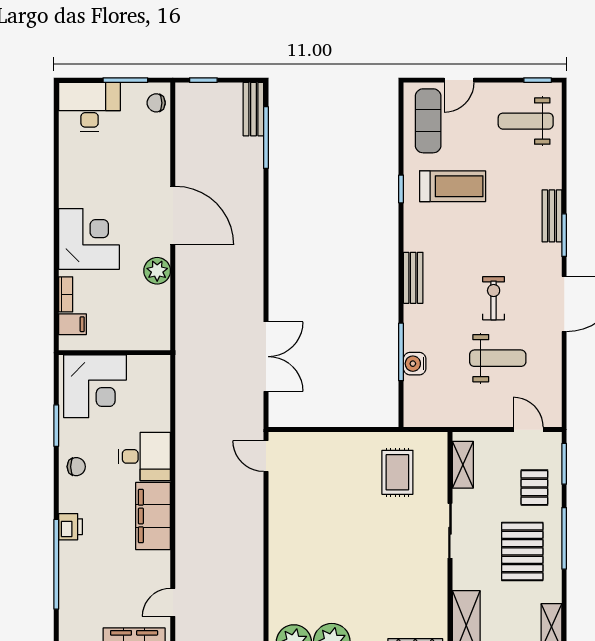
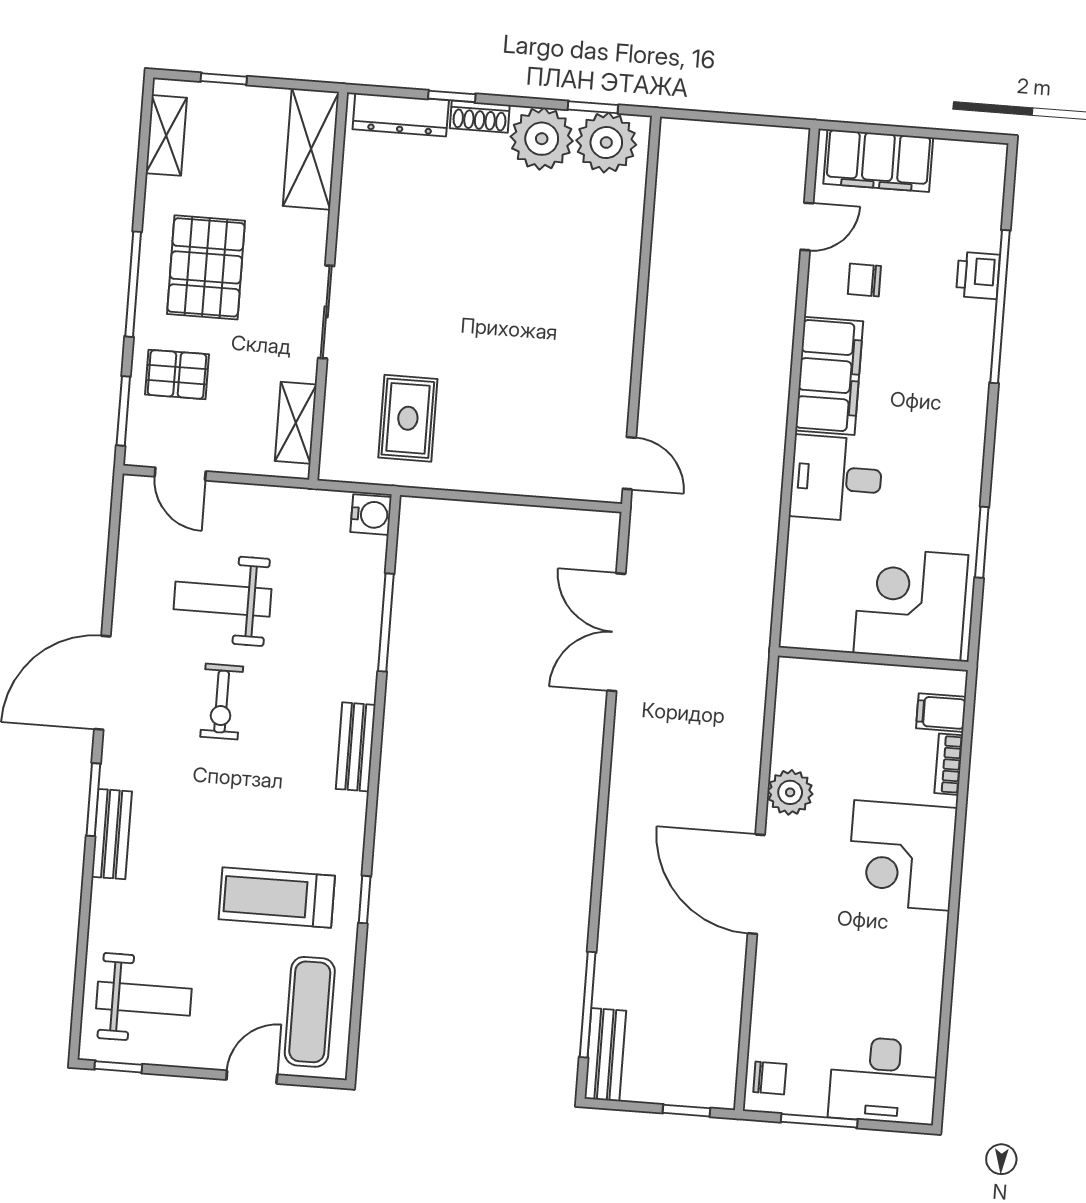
water cooler: (415, 364) -> (371, 515), moved
chair: (76, 467) -> (864, 280), moved
pallet: (534, 488) -> (177, 374), turned 90
printer: (71, 527) -> (978, 275), moved

